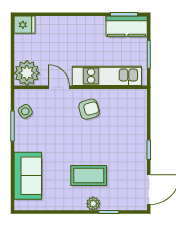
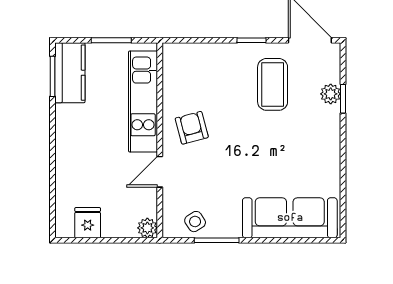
fridge: (24, 25) -> (88, 223), moved
plant: (27, 73) -> (147, 228), width x0.53, depth x0.53
sofa: (28, 176) -> (290, 218), width x1.36
coffee table: (89, 176) -> (273, 84), moved
plant: (93, 204) -> (331, 94), moved

